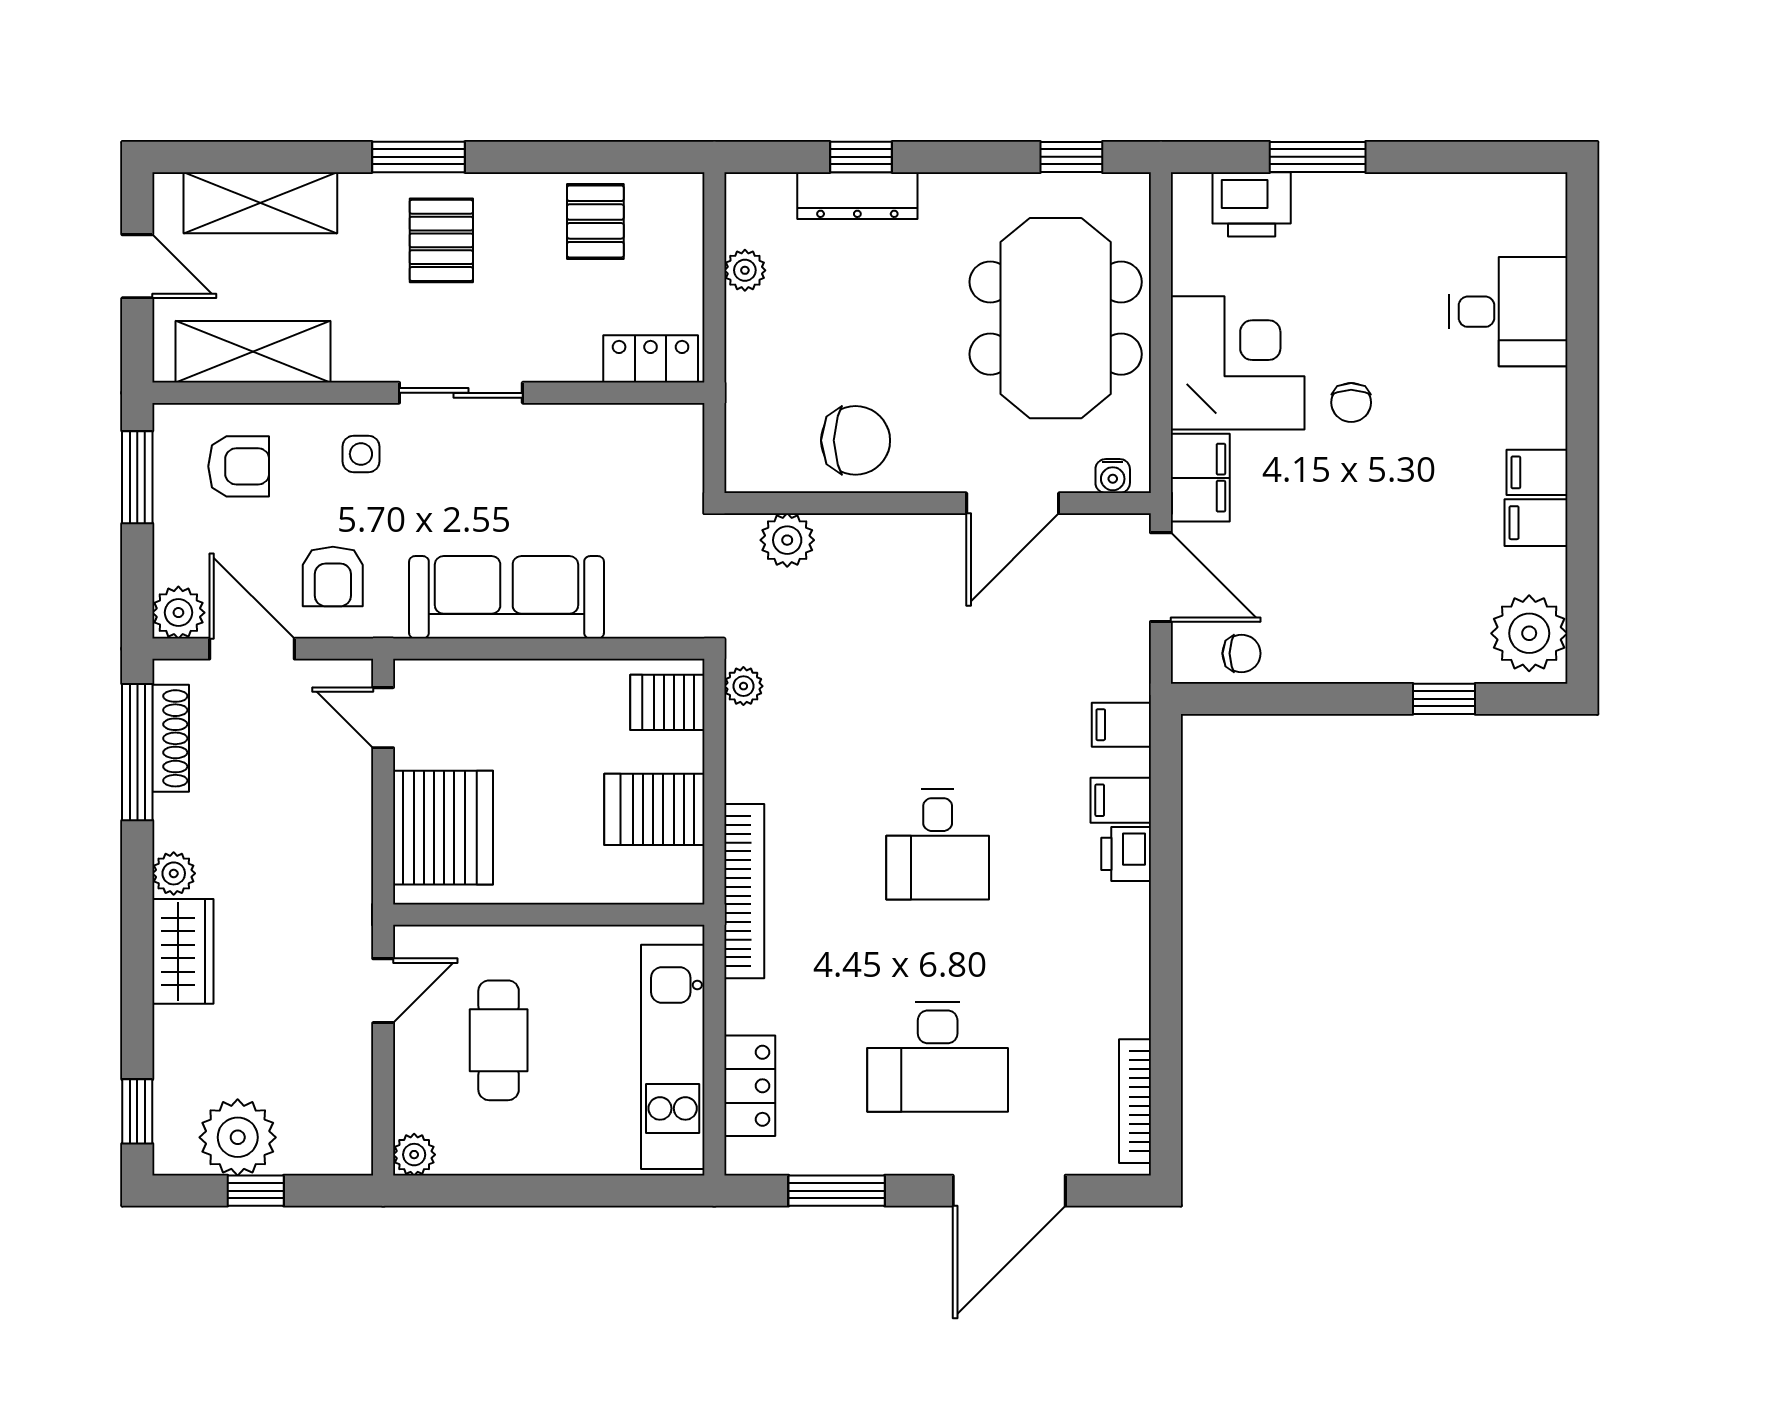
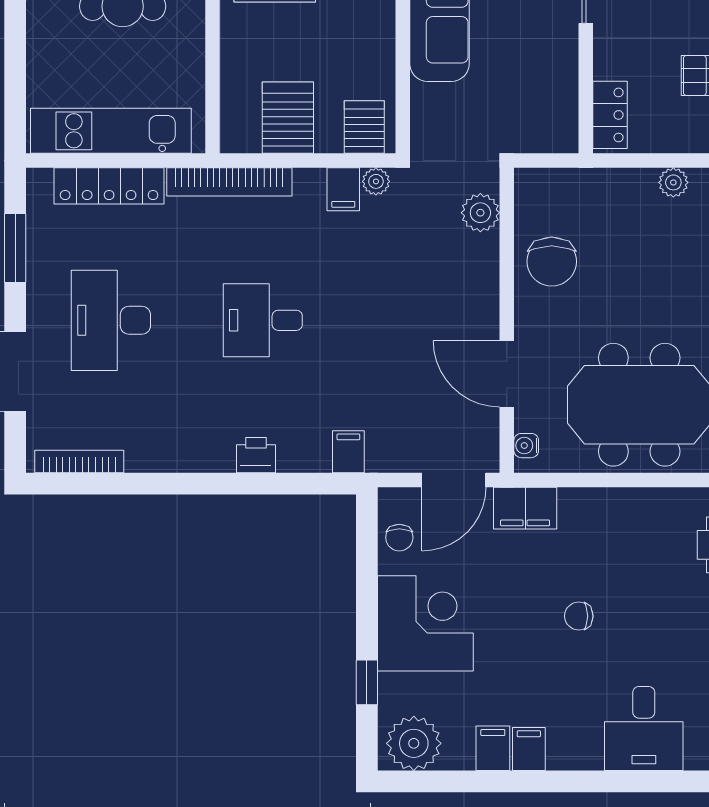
corner desk: (1238, 363) -> (425, 623), moved, turned -90
filing cabinet: (1121, 800) -> (343, 189), moved, turned 180
locker: (750, 1086) -> (109, 186), width x1.53

